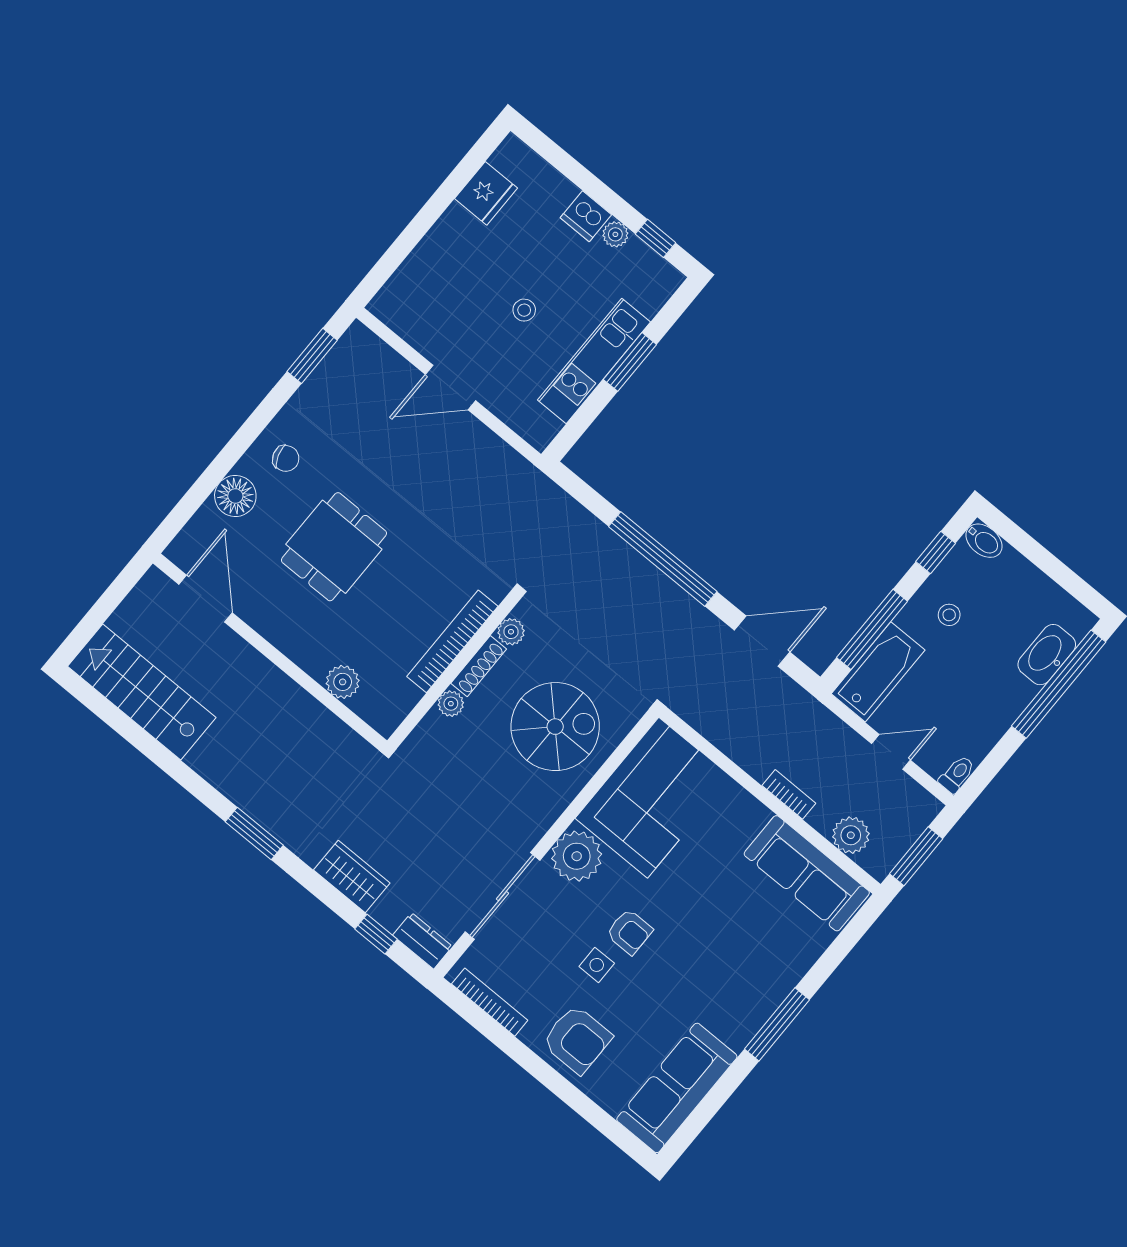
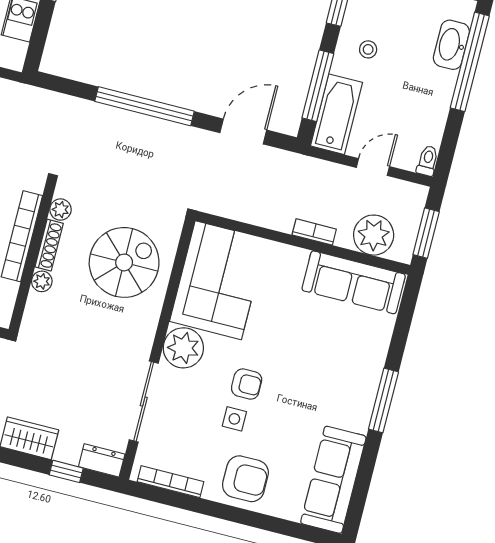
plant: (851, 835) -> (374, 235), width x1.36, depth x1.36

